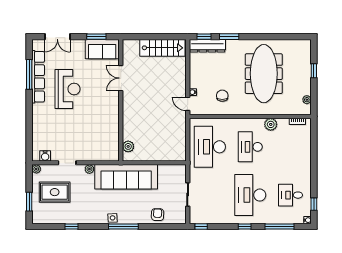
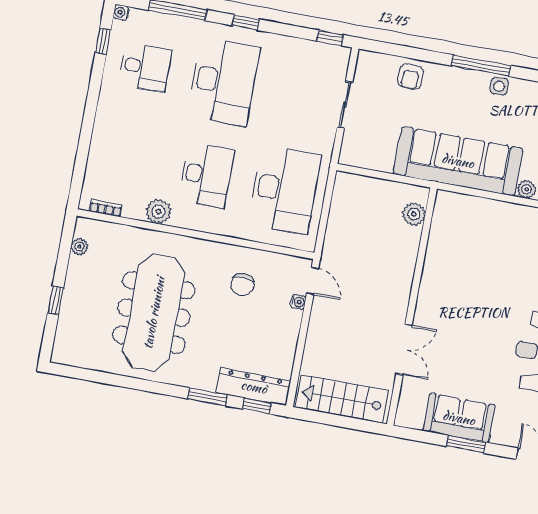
double door: (121, 78) -> (404, 349), moved
wall: (121, 100) -> (412, 306), moved
plant: (128, 146) -> (414, 214), moved

